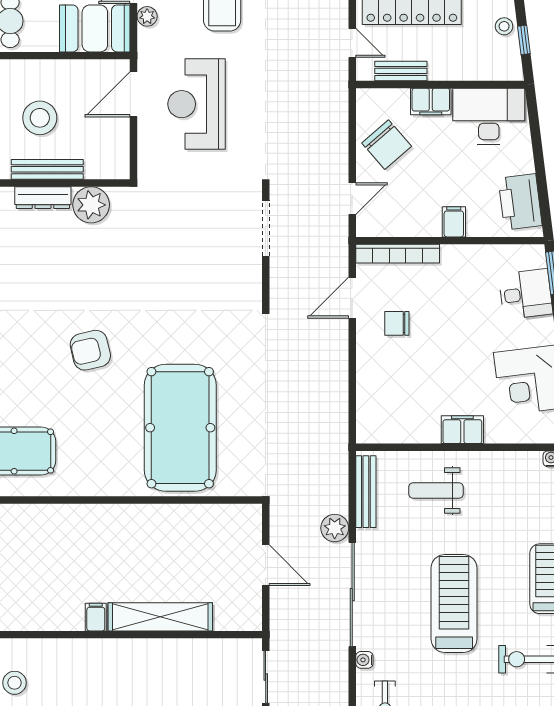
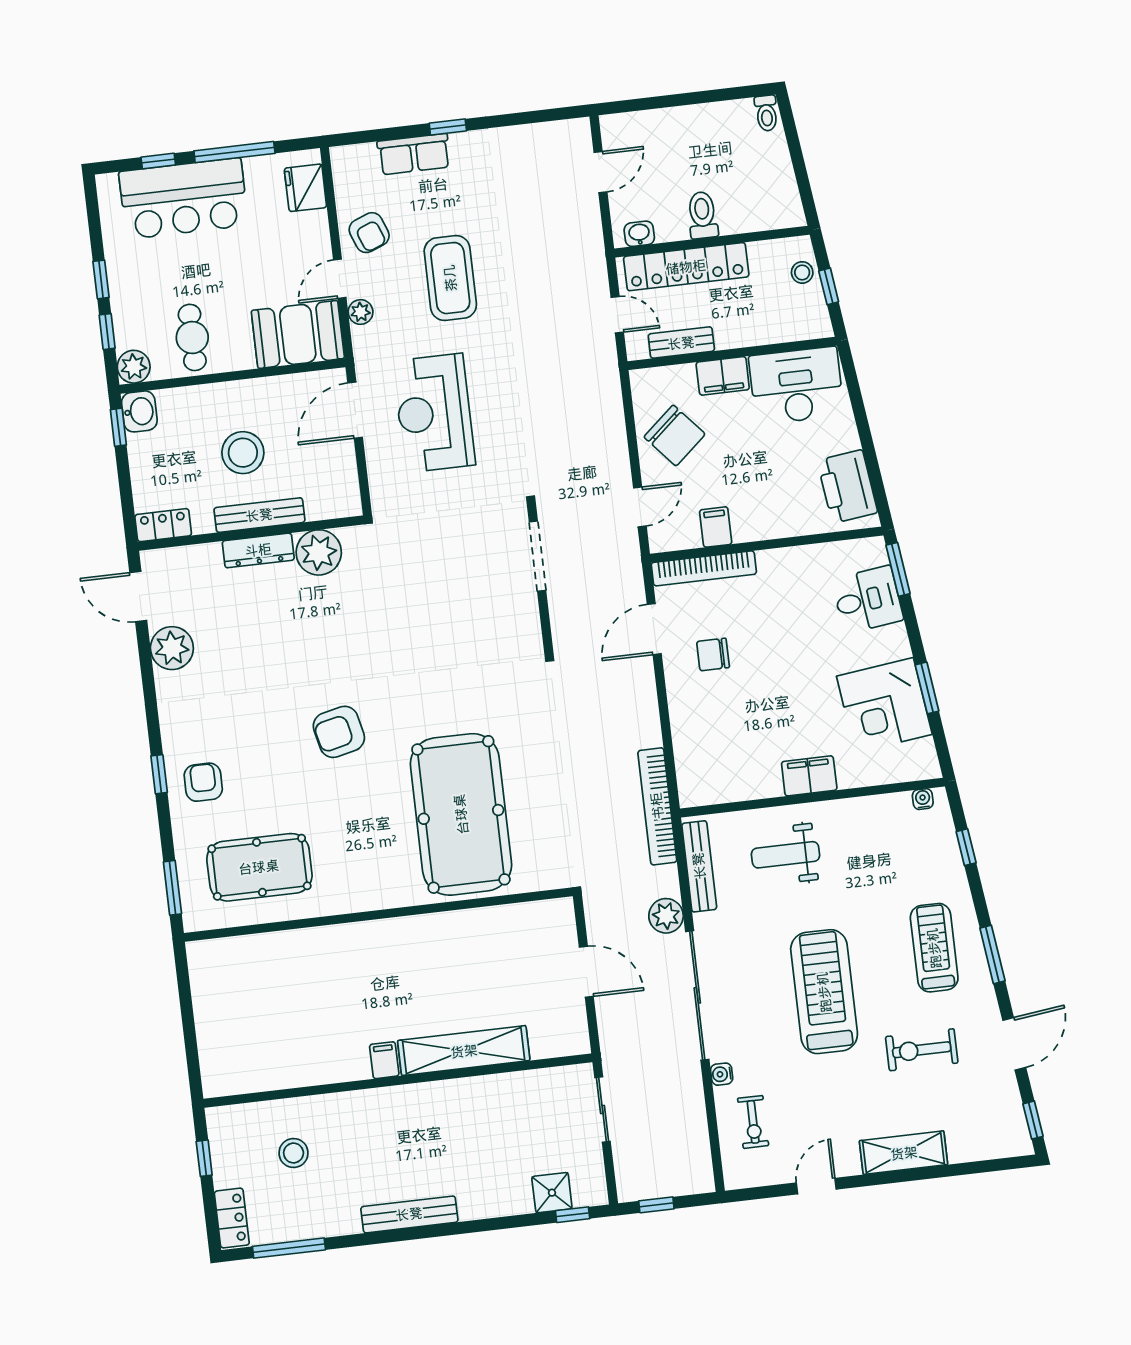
filing cabinet: (454, 222) -> (716, 527), moved
bookcase: (338, 440) -> (657, 806), added

